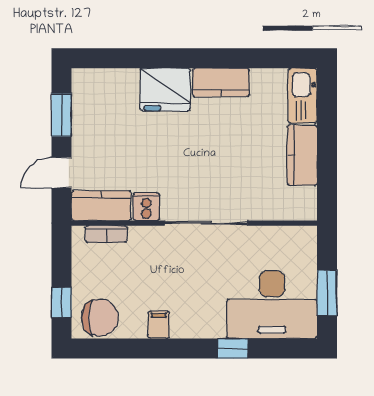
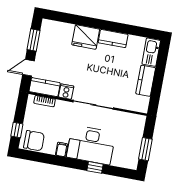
desk: (272, 305) -> (91, 145), moved

